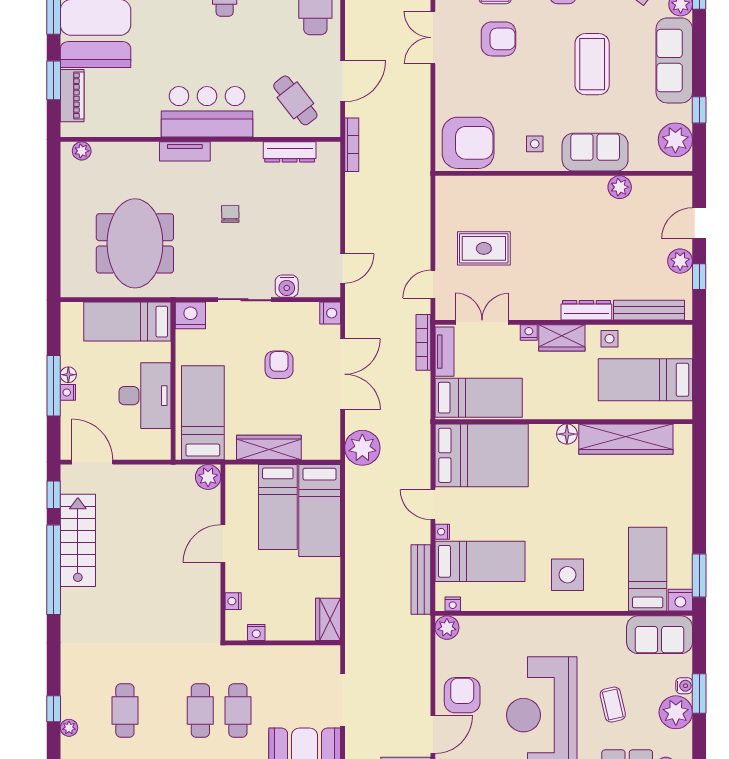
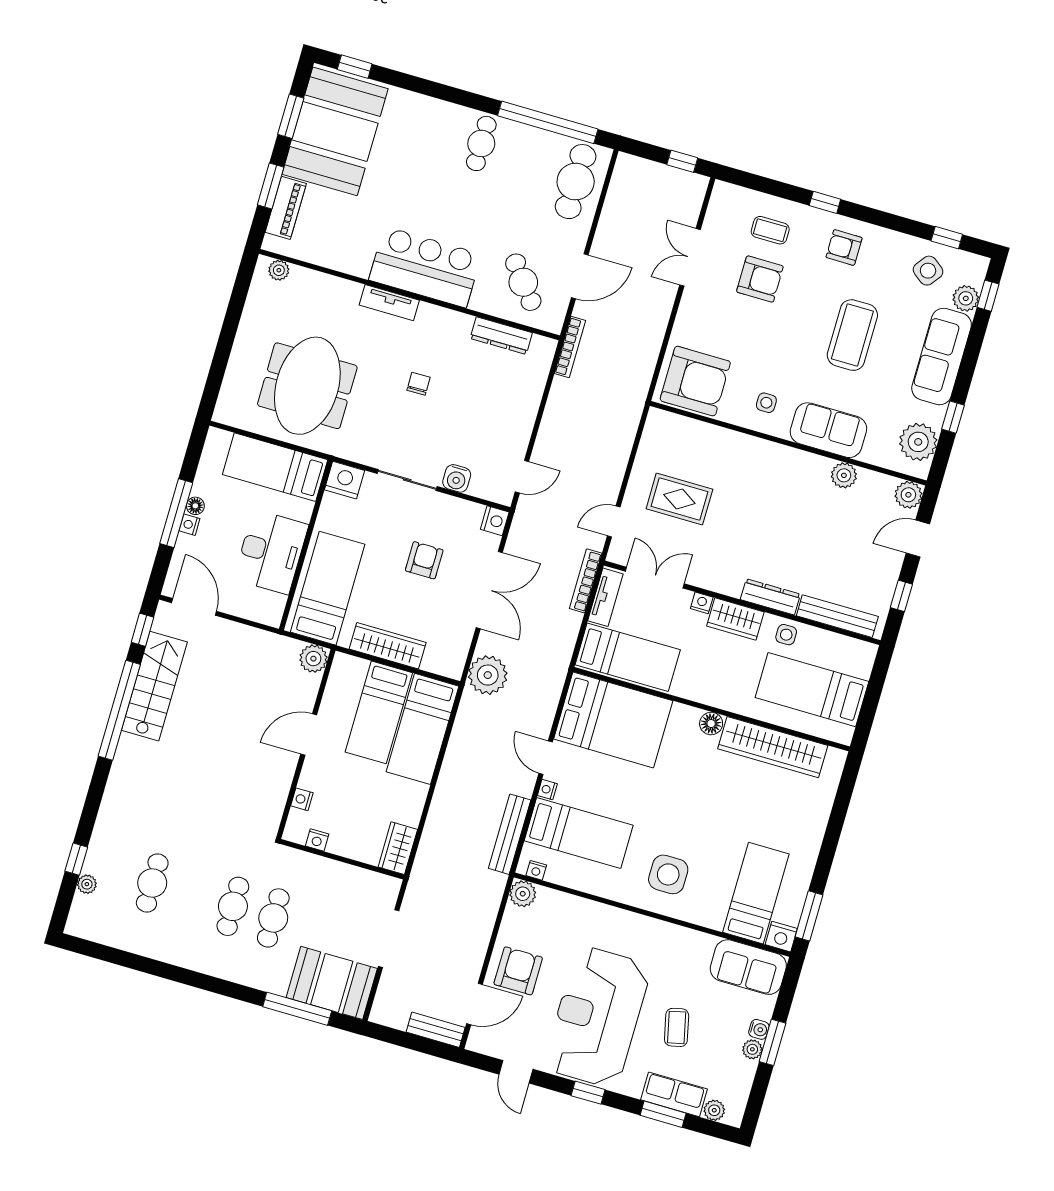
plant: (680, 261) -> (908, 495), moved
plant: (676, 712) -> (752, 1049), width x0.53, depth x0.53

